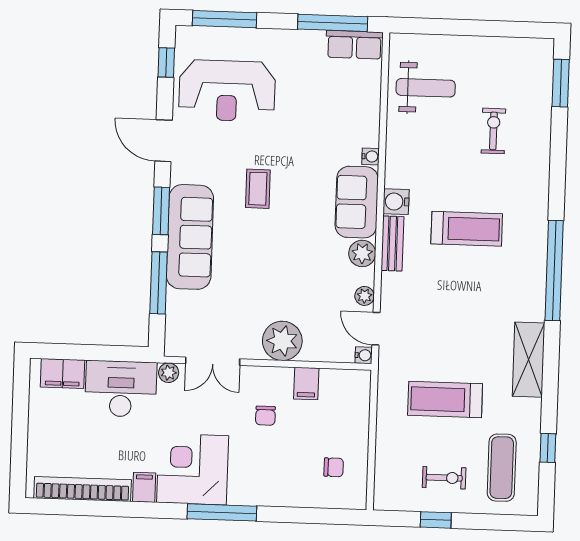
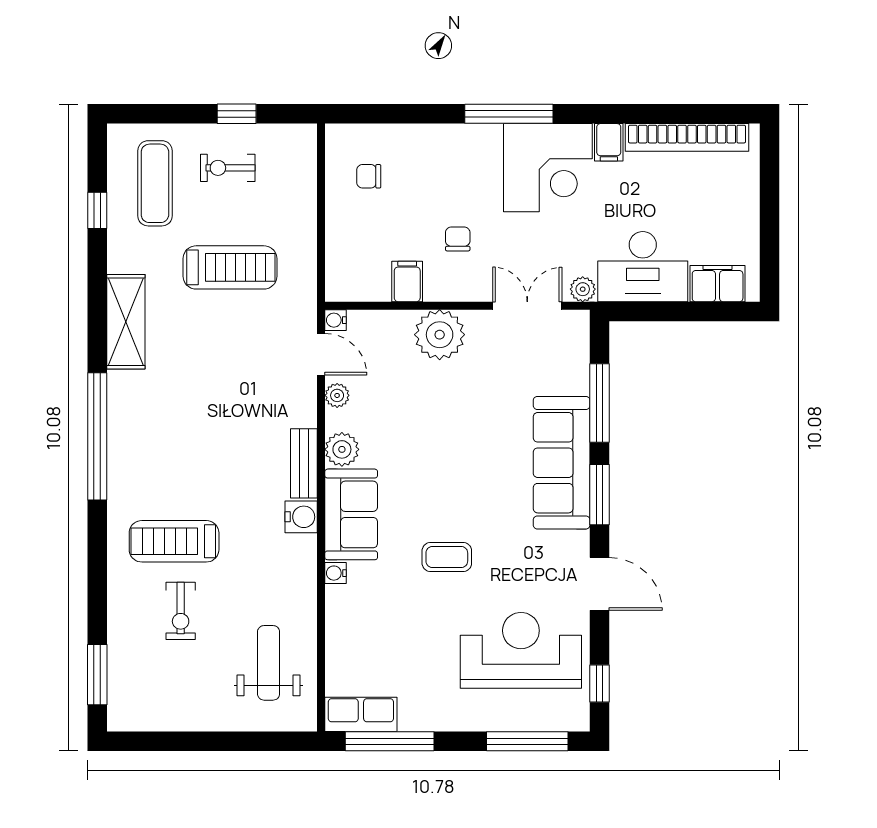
weight bench: (426, 88) -> (269, 663), turned 90
coffee table: (258, 189) -> (447, 557), moved, turned 90
treadmill: (467, 229) -> (174, 541), moved

